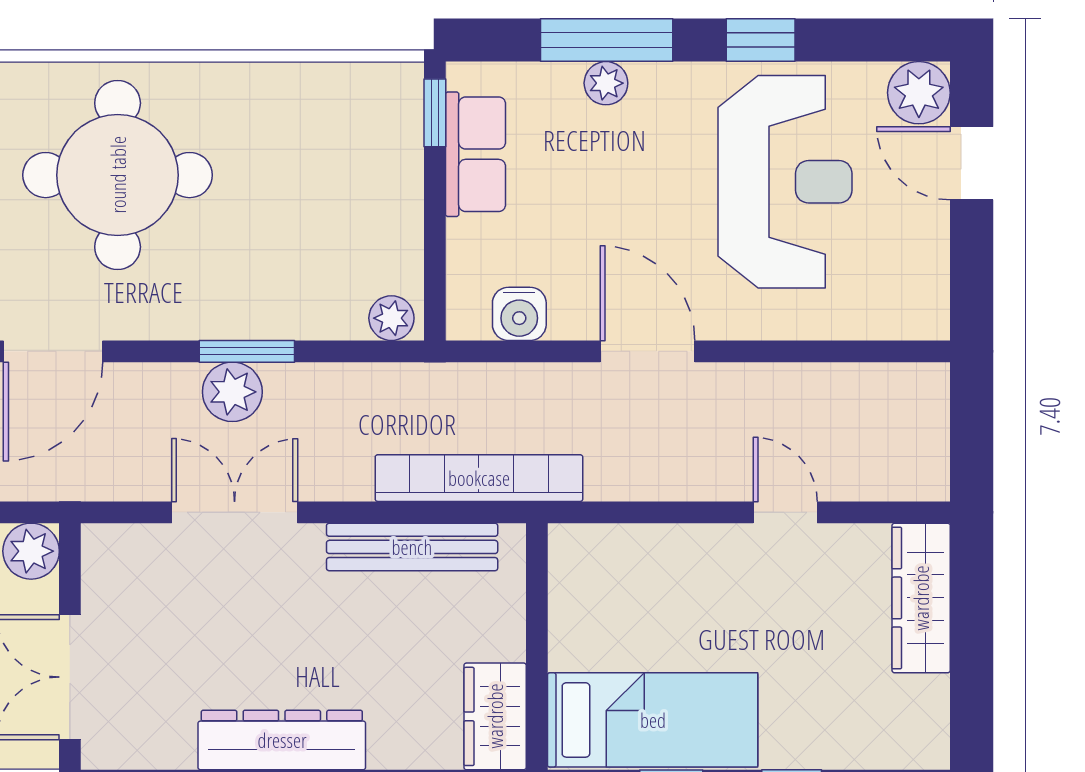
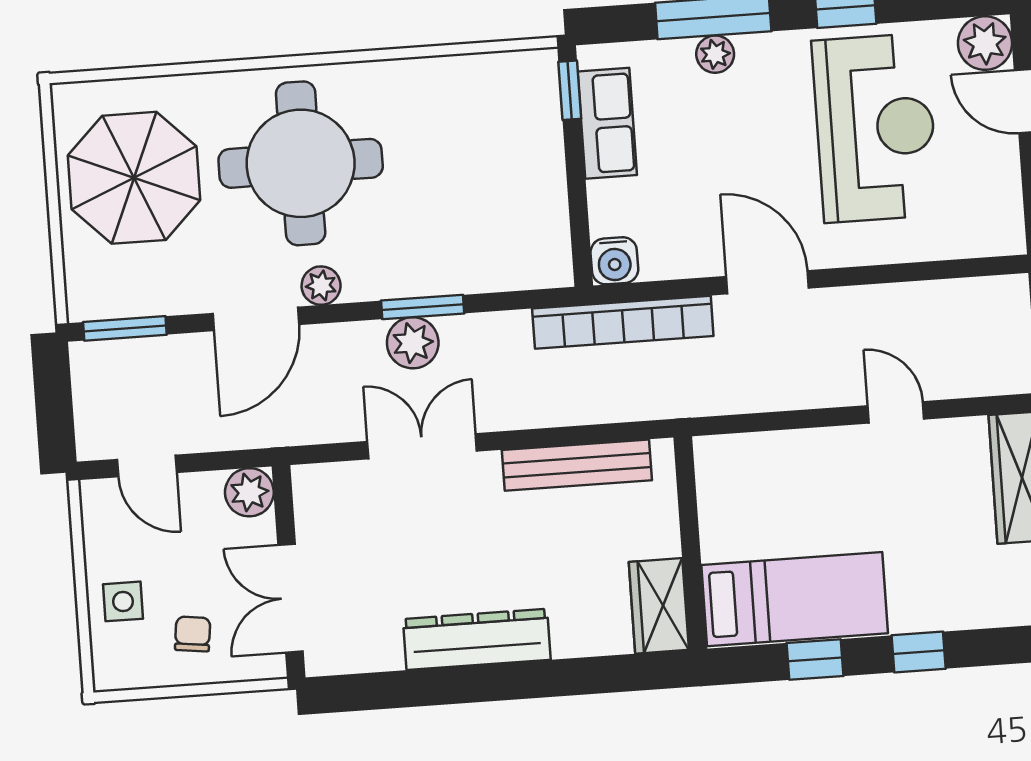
water cooler: (519, 314) -> (614, 261), moved
plant: (391, 318) -> (321, 286), moved
bookcase: (479, 478) -> (623, 322), moved, turned 180

